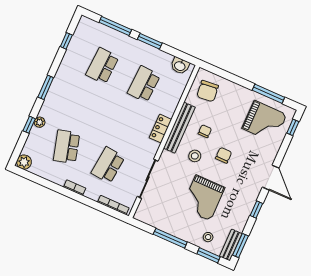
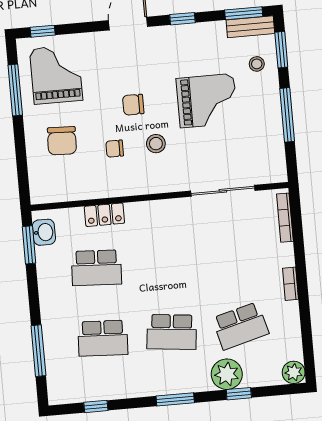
window: (150, 41) -> (29, 245), moved
chair: (208, 91) -> (62, 141), moved, turned 98
plant: (40, 122) -> (227, 374), width x1.88, depth x1.88
bench: (179, 128) -> (129, 186), removed
locker: (160, 129) -> (104, 215), moved
school desk: (108, 165) -> (172, 332), moved

